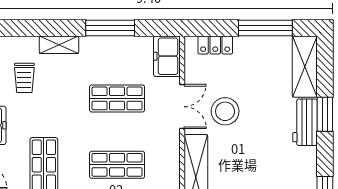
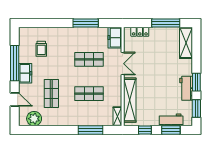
shelving: (59, 45) -> (59, 32), removed
stool: (225, 111) -> (145, 66), removed
window: (325, 114) -> (196, 82), moved
workbench: (305, 122) -> (186, 88), moved

